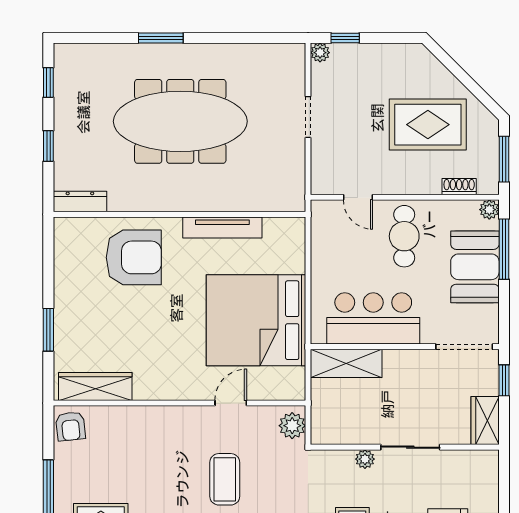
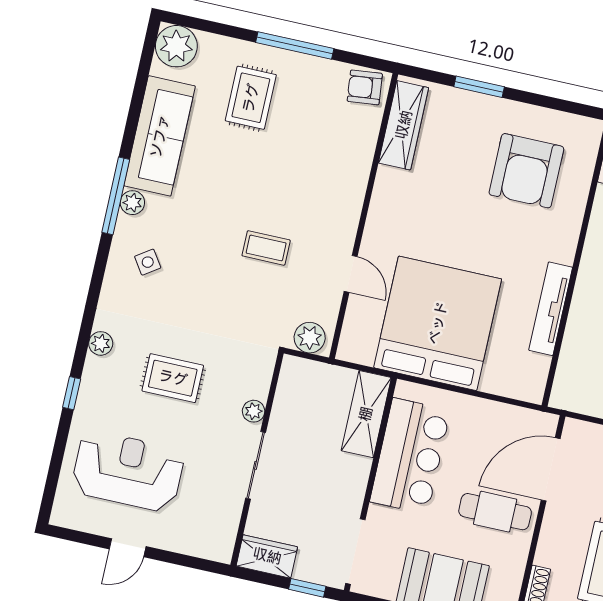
door: (358, 197) -> (551, 469), width x1.88
armchair: (134, 257) -> (526, 171), moved
coffee table: (225, 479) -> (266, 248), width x0.73, depth x0.77

